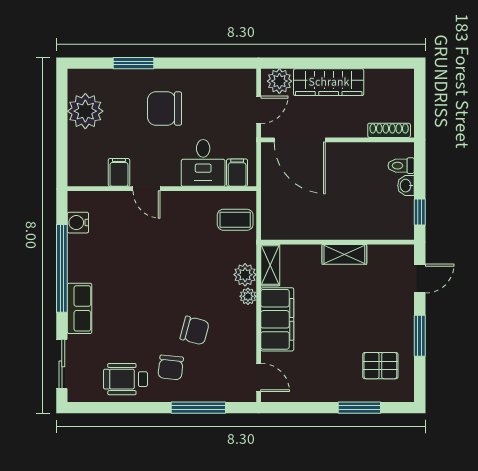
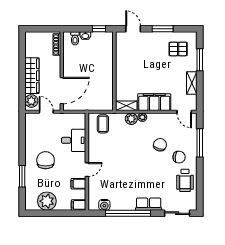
chair: (165, 109) -> (46, 160), turned 180
filing cabinet: (237, 173) -> (79, 205), moved
shelving: (344, 254) -> (192, 83), moved
pallet: (380, 366) -> (178, 49), turned 90
door: (259, 377) -> (184, 112), swing flipped

